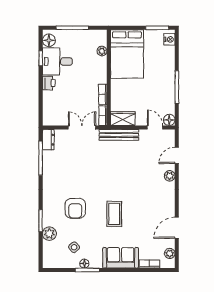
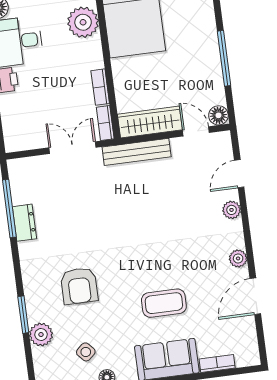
plant: (102, 51) -> (83, 22), width x1.88, depth x1.88
wardrobe: (123, 118) -> (150, 122), width x1.50
dresser: (48, 140) -> (24, 223), moved
coffee table: (114, 214) -> (164, 303), moved, turned 90
plant: (170, 253) -> (238, 258), moved

